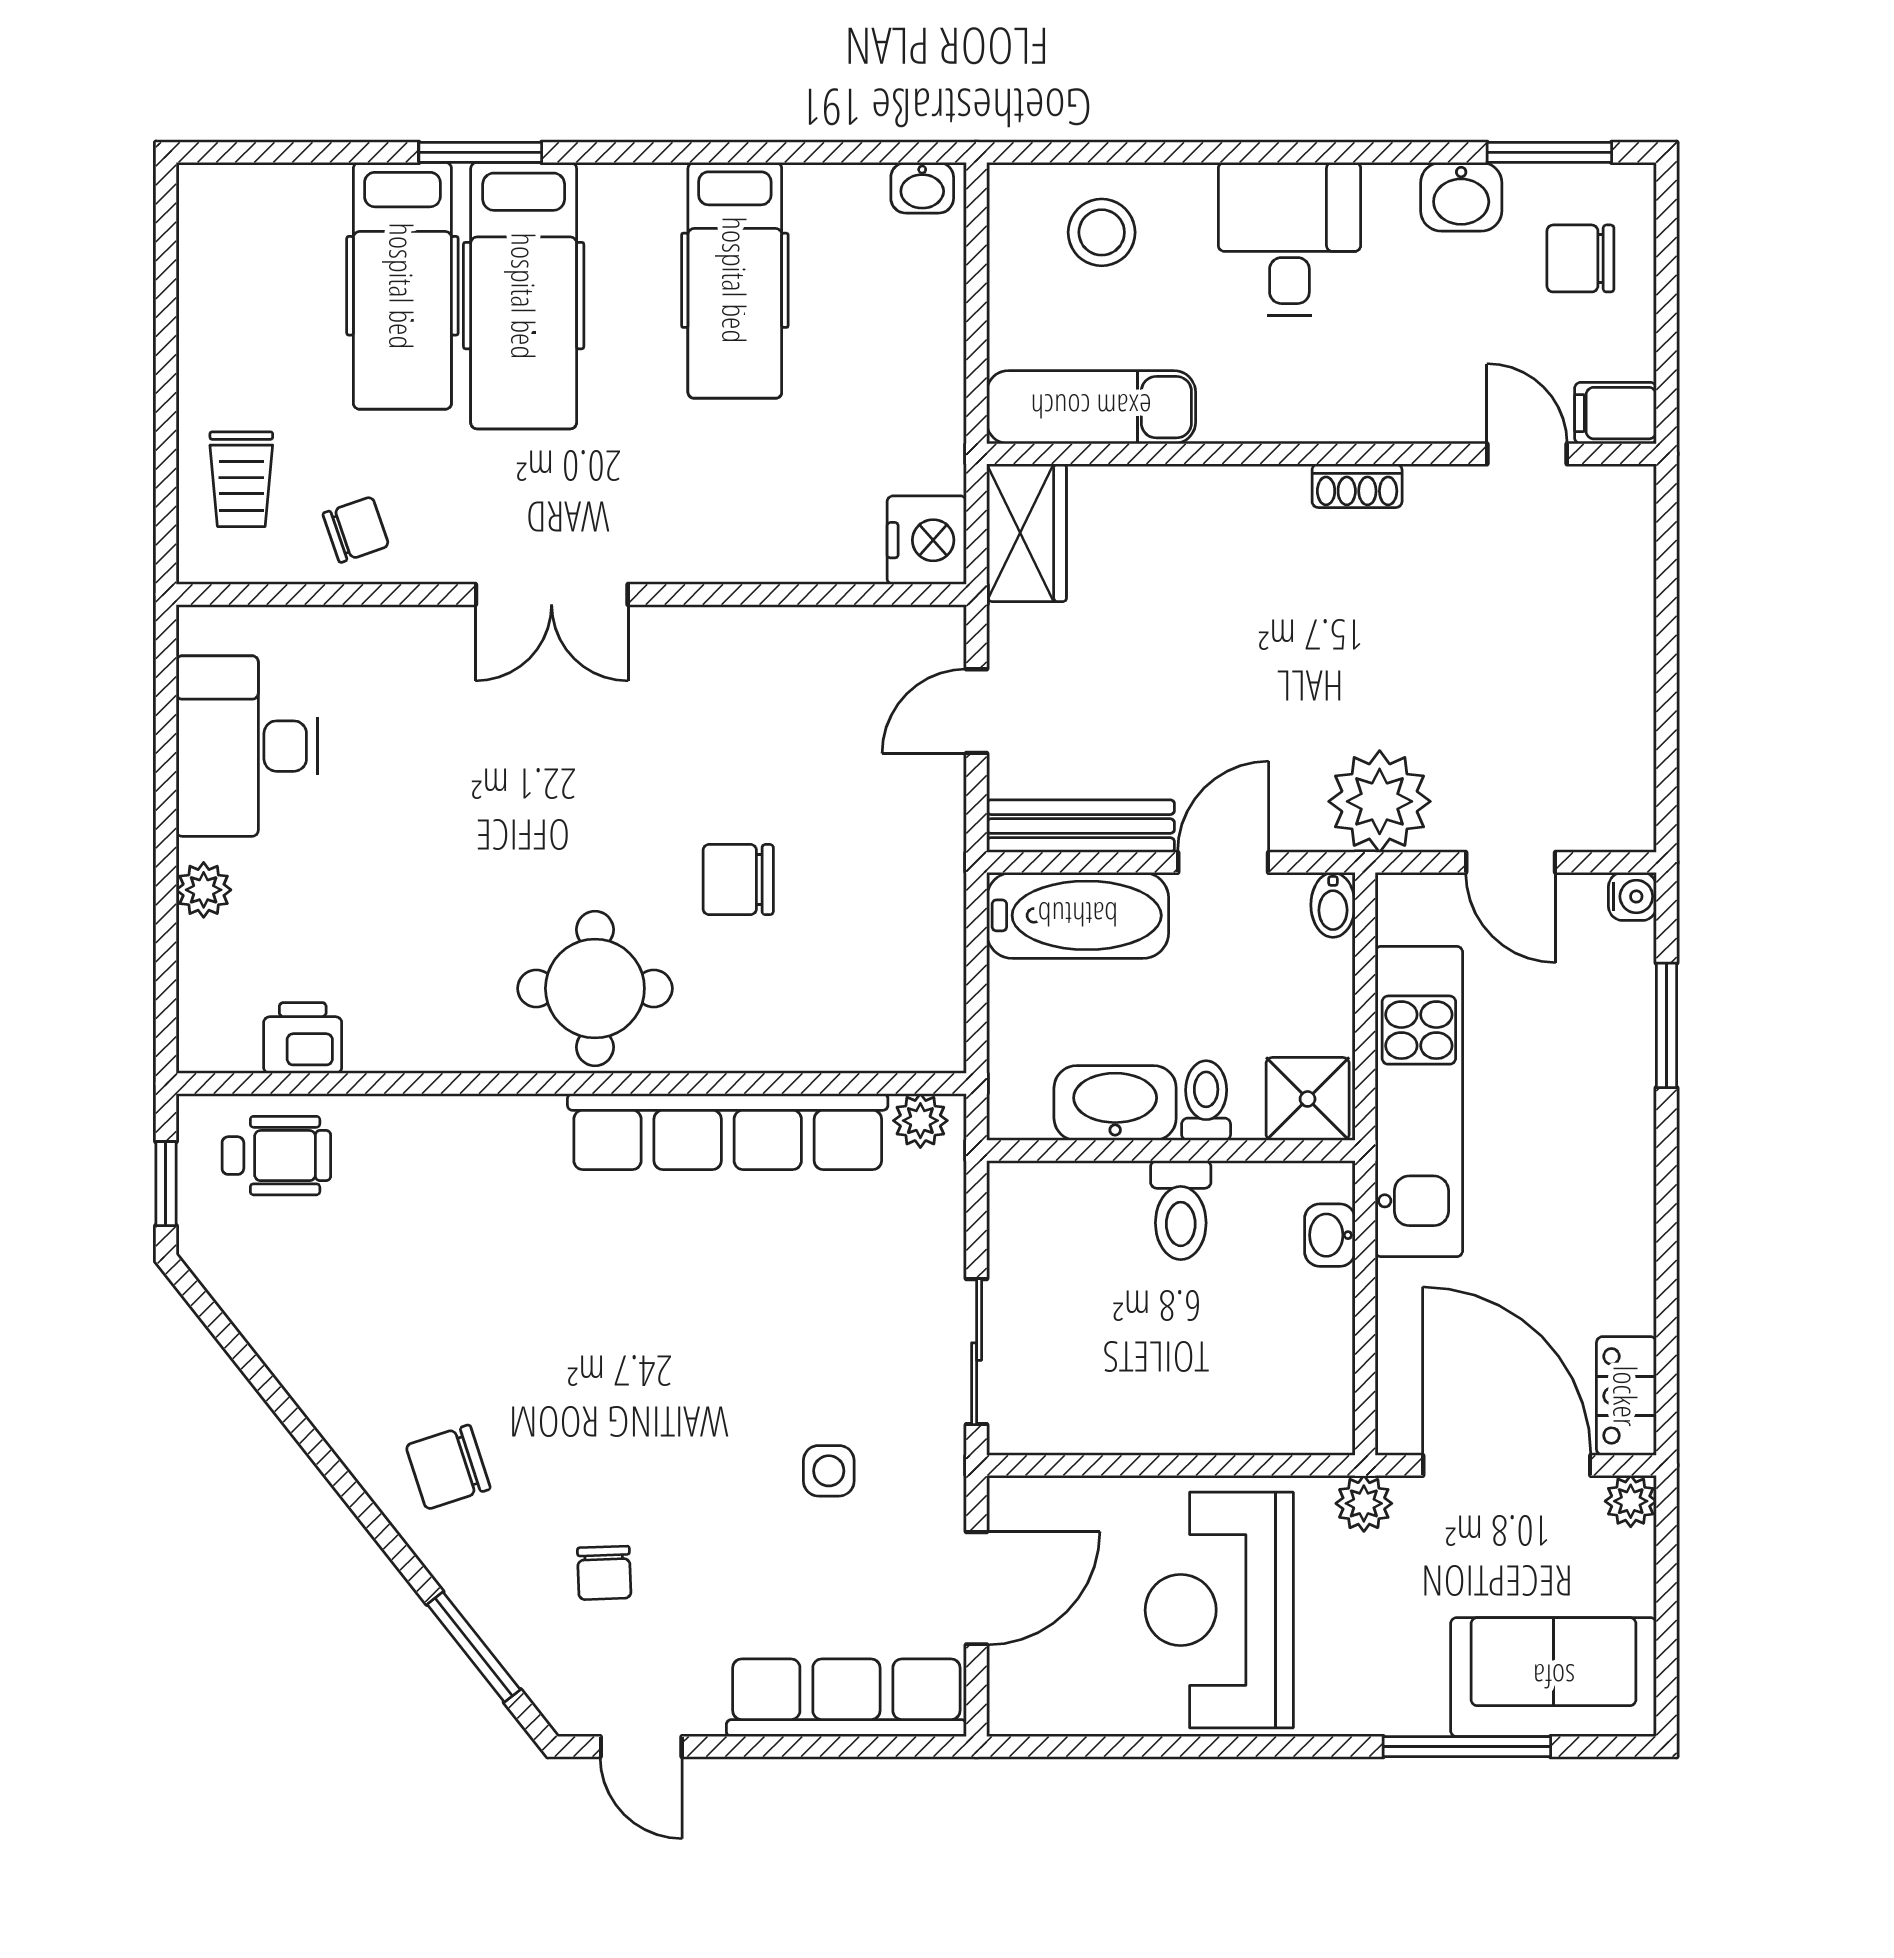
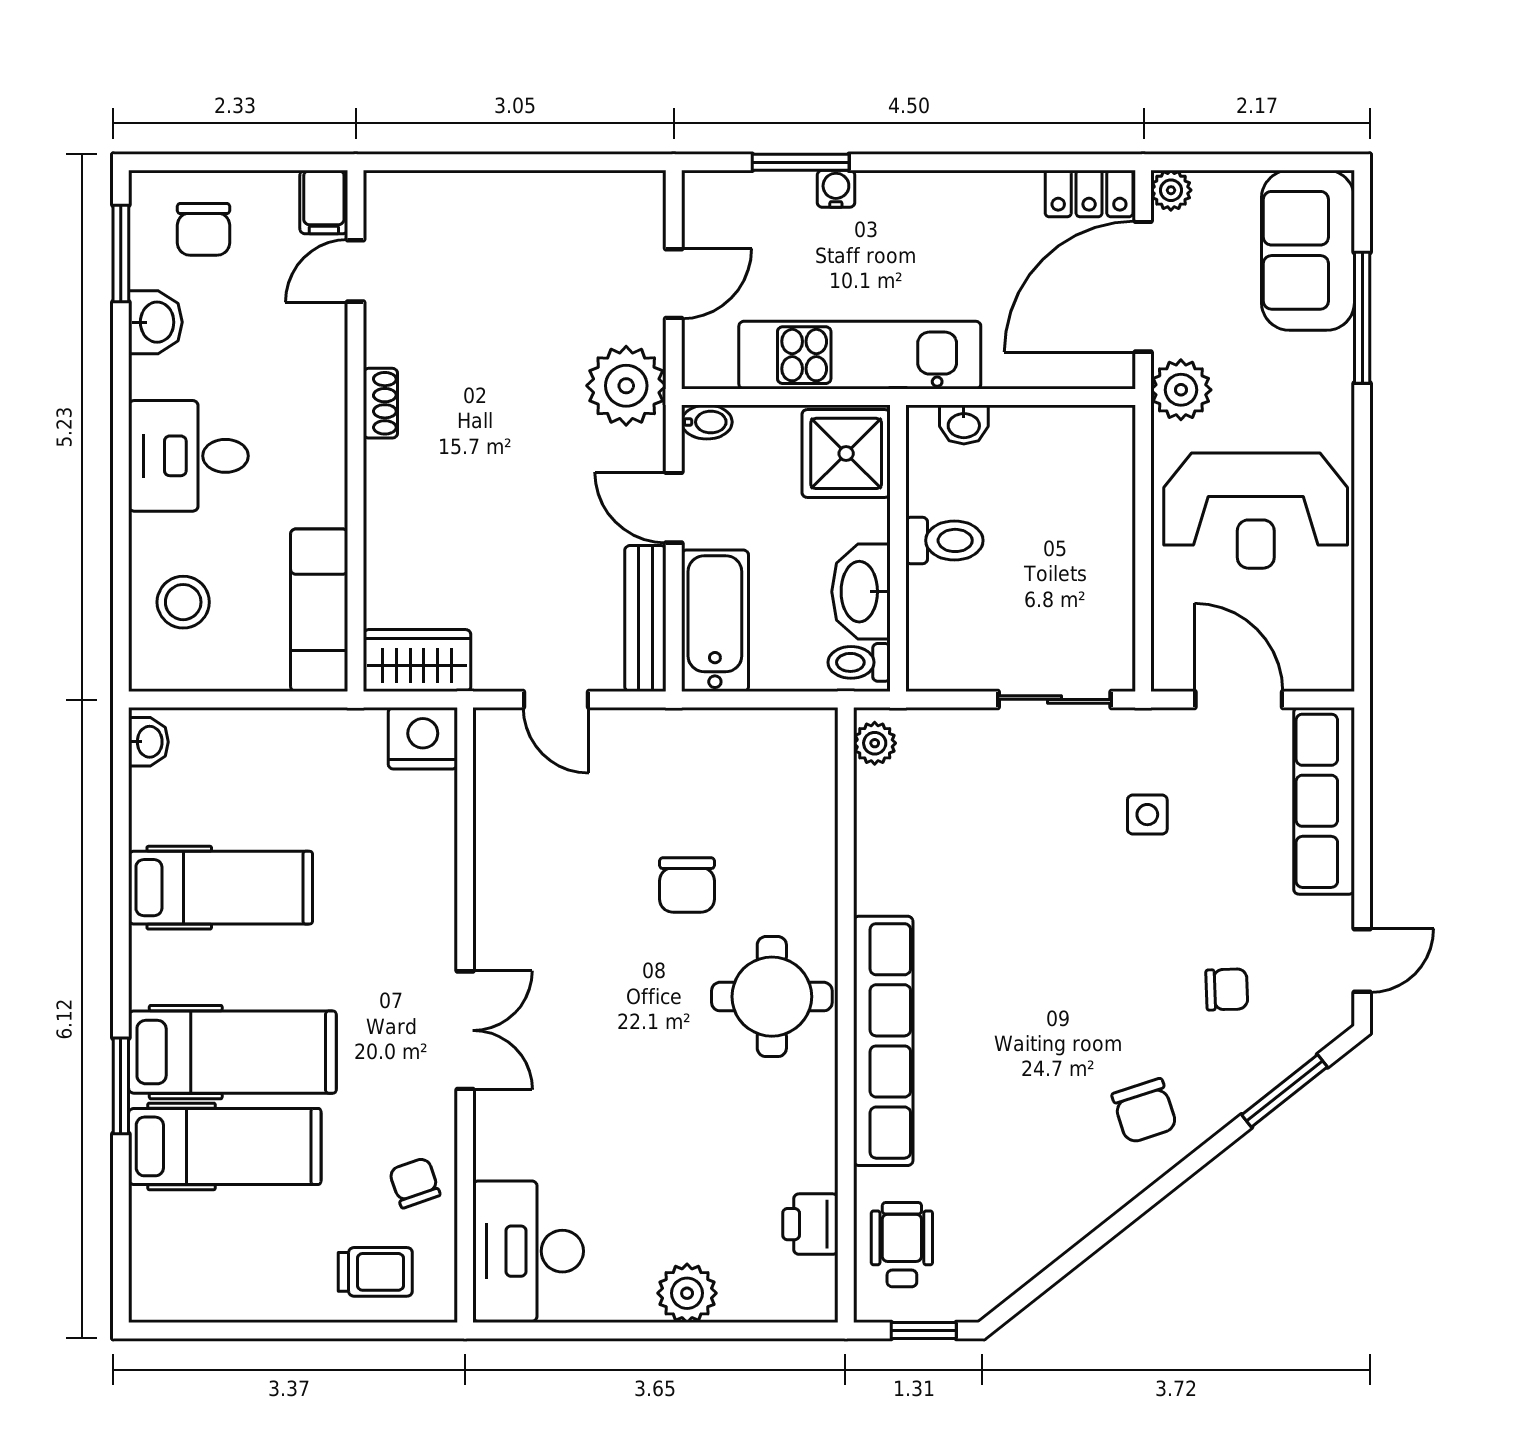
desk: (247, 746) -> (528, 1251), moved, turned 90
plant: (204, 890) -> (687, 1293), width x1.38, depth x1.38
water cooler: (1632, 896) -> (836, 189), moved
shower: (1308, 1099) -> (846, 453), width x1.36, depth x1.36
toilet: (1206, 1101) -> (859, 662), moved
row of seats: (728, 1132) -> (883, 1041), moved
plant: (1364, 1503) -> (1181, 390), width x1.38, depth x1.38

